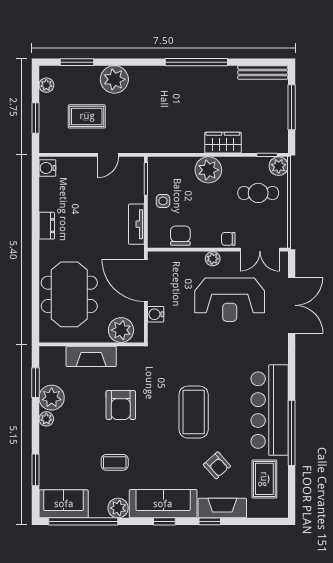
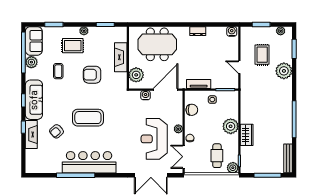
plant: (52, 398) -> (96, 34), removed
rug: (264, 479) -> (73, 46), moved
plant: (118, 508) -> (31, 62), moved

